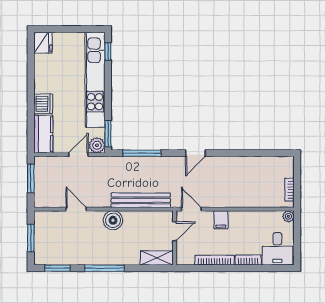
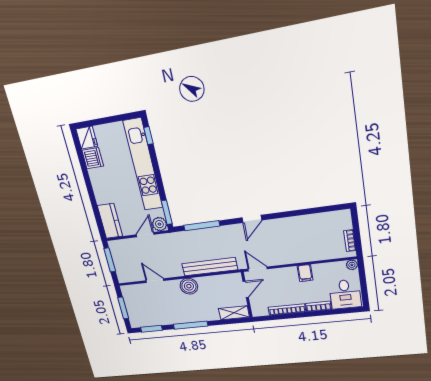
dishwasher: (43, 104) -> (93, 158), moved
filing cabinet: (221, 220) -> (305, 273), moved

